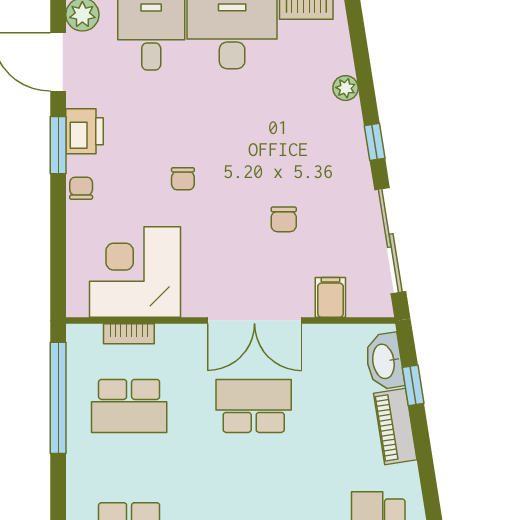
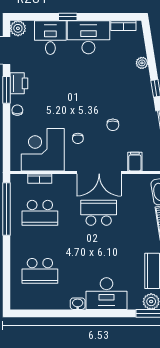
chair: (183, 179) -> (78, 138), moved

